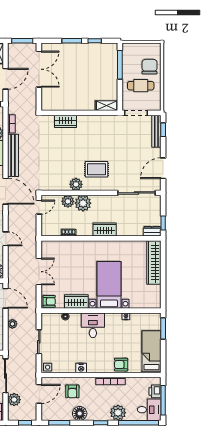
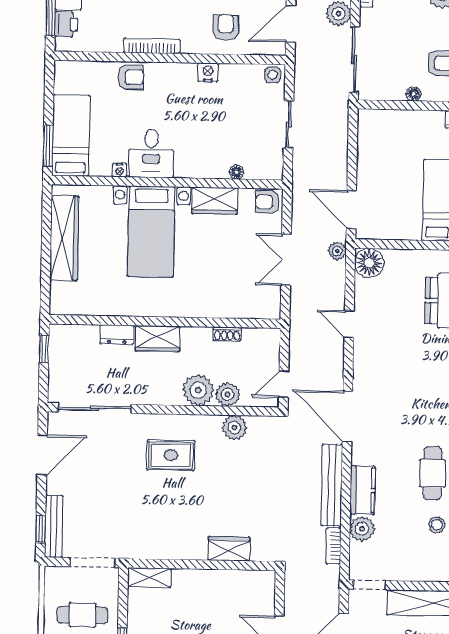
plant: (76, 184) -> (234, 427), moved
dresser: (152, 231) -> (117, 334), moved
wardrobe: (154, 263) -> (64, 238), moved
plant: (12, 324) -> (337, 251), moved
desk: (93, 325) -> (151, 153), moved
bed: (152, 352) -> (71, 135), moved, turned 180

